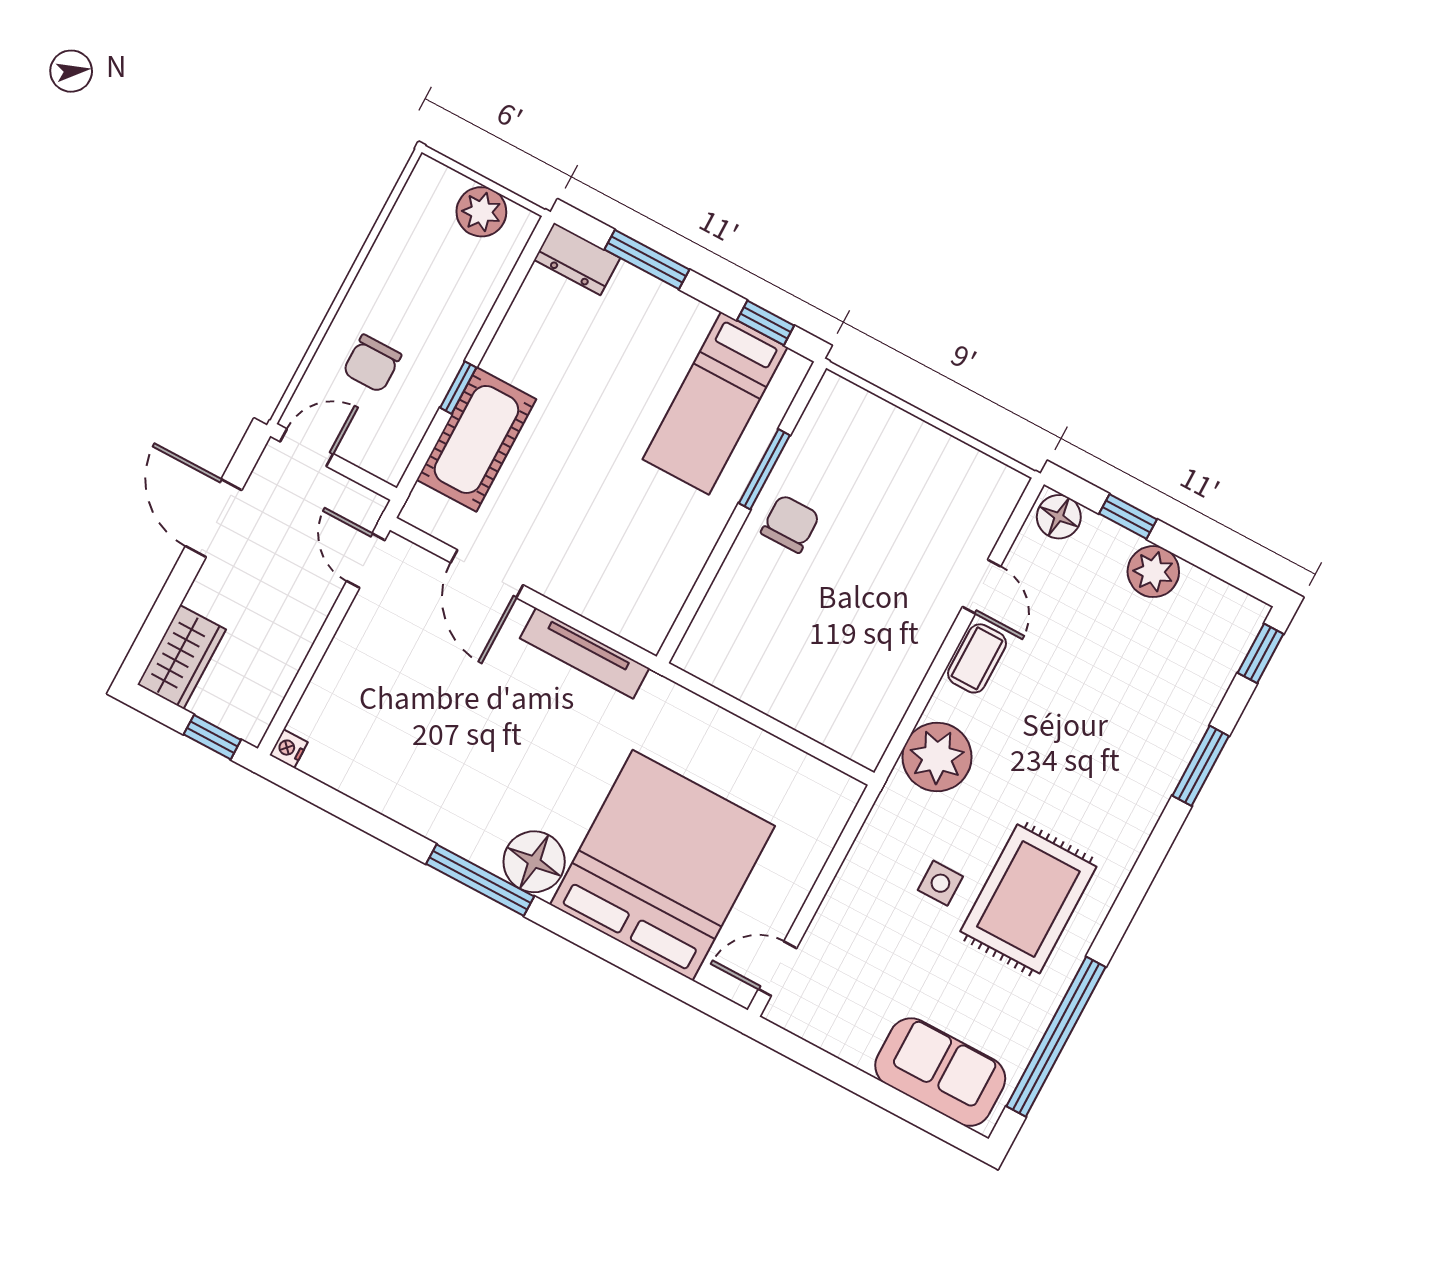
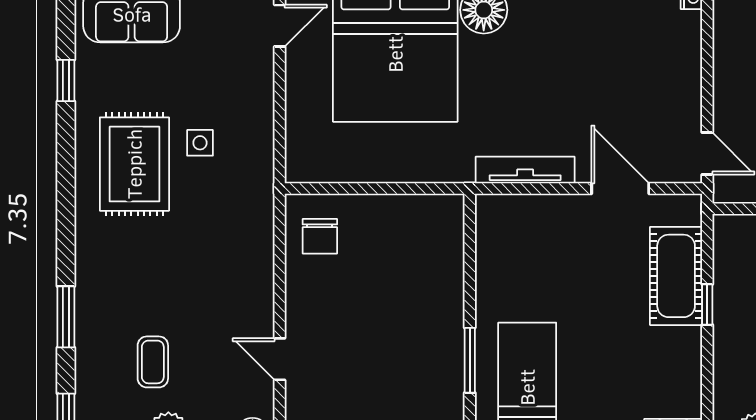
chair: (790, 524) -> (320, 236), moved
coffee table: (977, 658) -> (153, 362), moved
plant: (937, 757) -> (248, 227), removed
window: (1056, 1037) -> (66, 80), width x0.32

